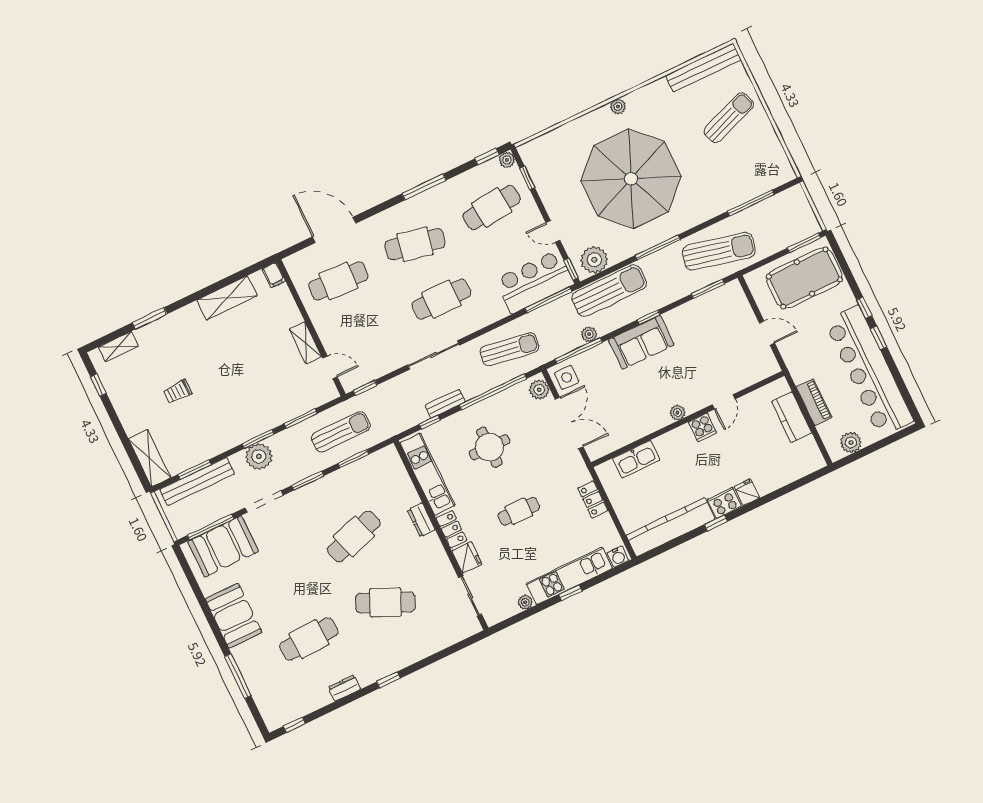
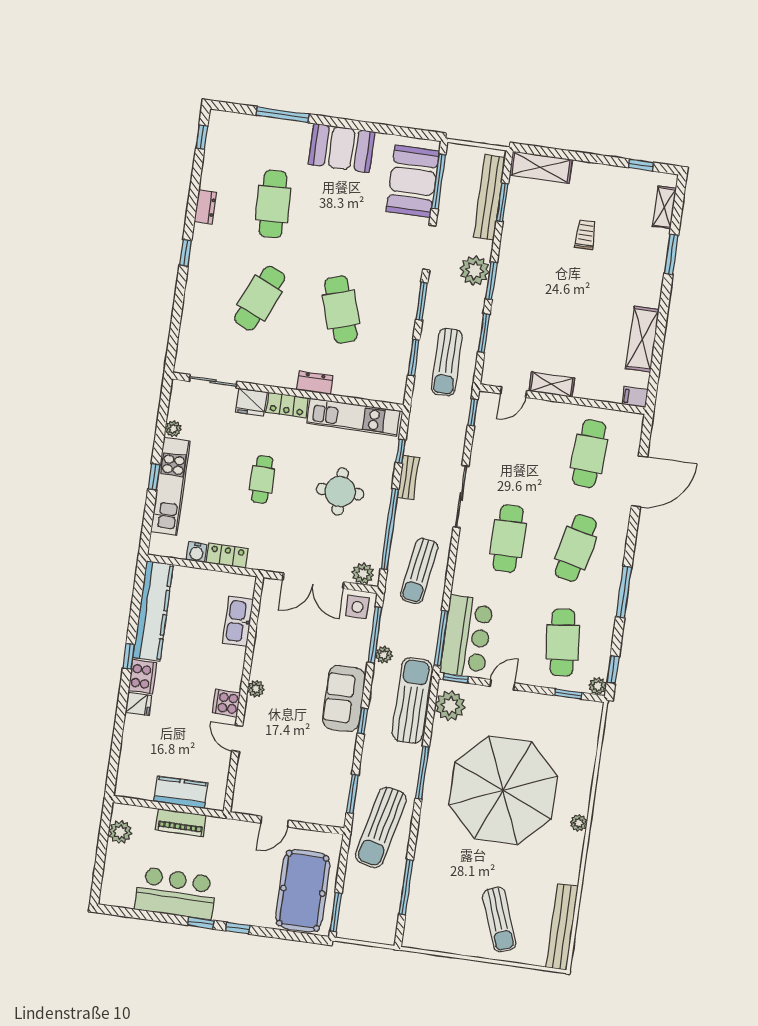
sun lounger: (609, 291) -> (412, 700), turned 180
bar counter: (869, 371) -> (176, 893), width x0.54
water cooler: (618, 557) -> (197, 552), moved, turned -90

